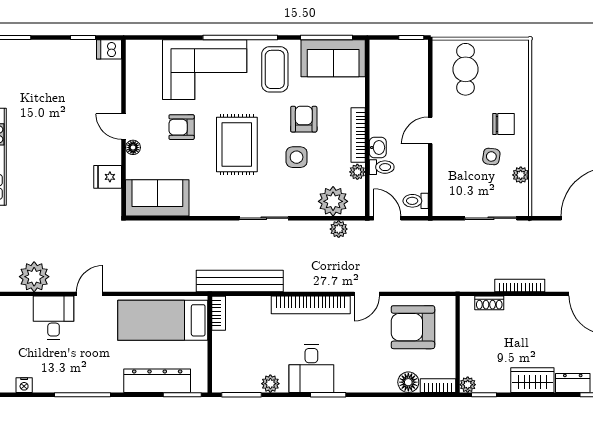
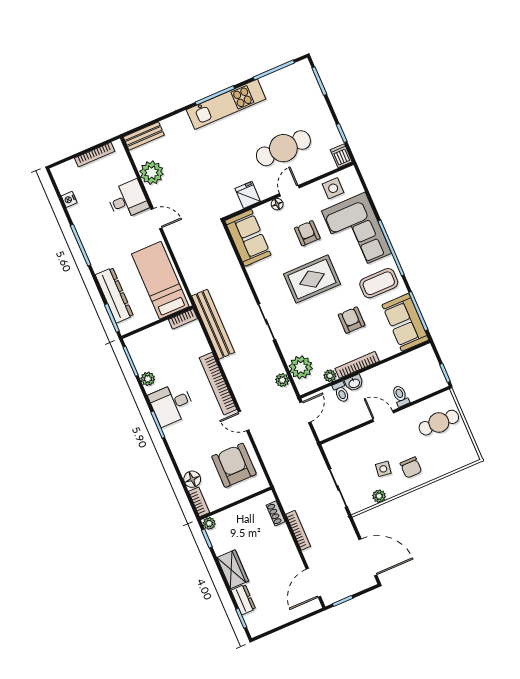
cafe table: (72, 112) -> (283, 148), added
armchair: (304, 119) -> (352, 320), turned -90
side table: (297, 157) -> (333, 188), moved
toilet: (416, 201) -> (400, 396), moved

